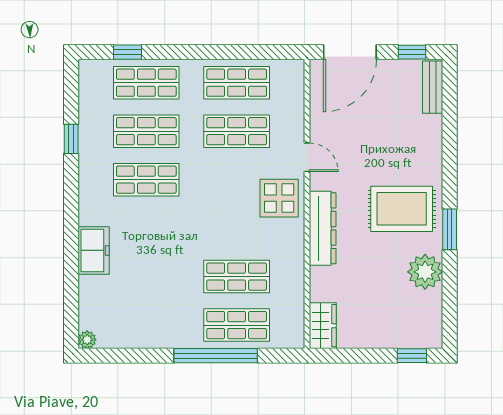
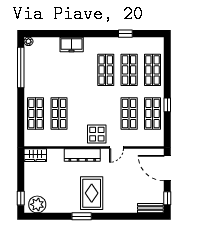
window: (127, 52) -> (167, 105), moved
plant: (425, 272) -> (37, 204), moved
window: (216, 356) -> (21, 68), moved

